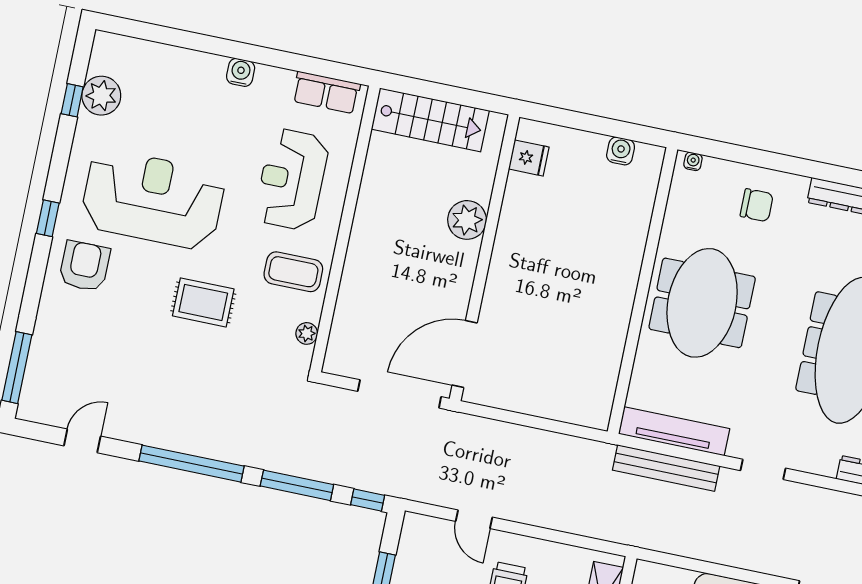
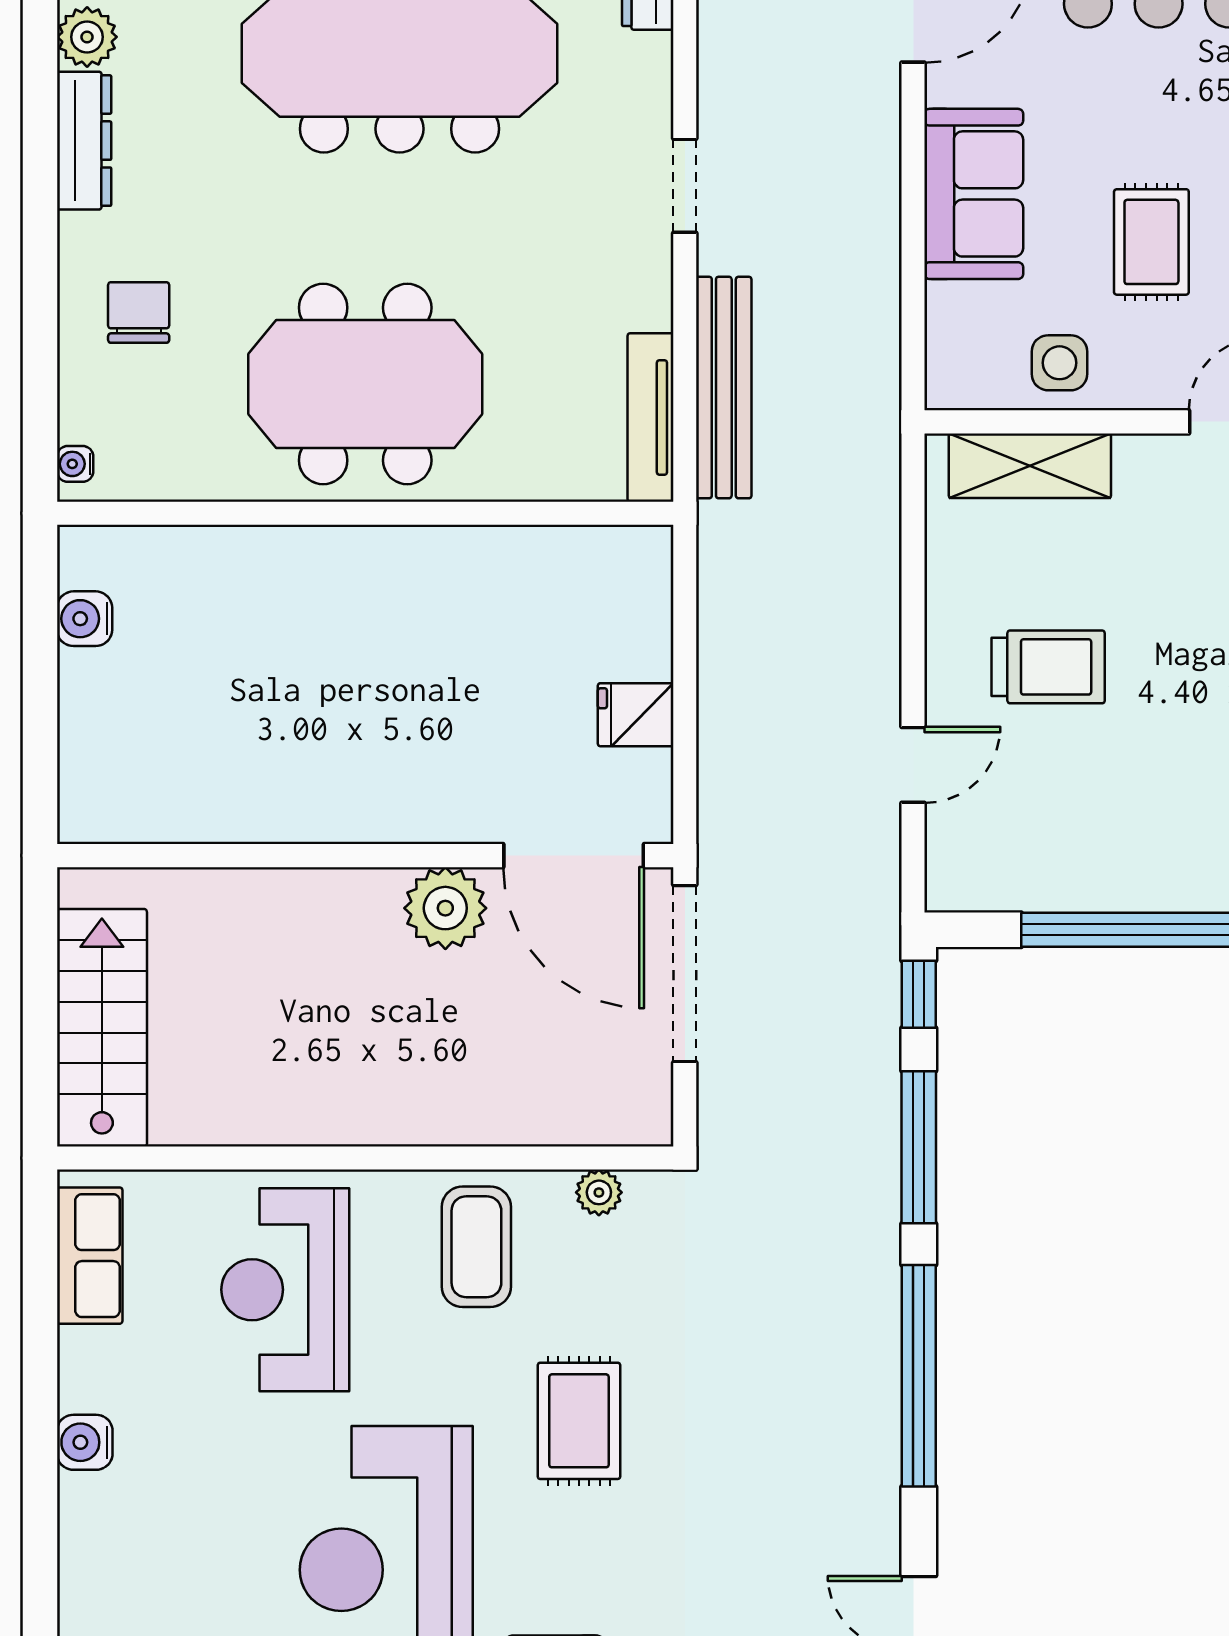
fridge: (529, 158) -> (636, 715), moved, turned -90
reception desk: (292, 179) -> (285, 1290), turned 90
plant: (467, 220) -> (445, 908), moved
tv unit: (674, 431) -> (651, 417), width x0.73, depth x0.78

